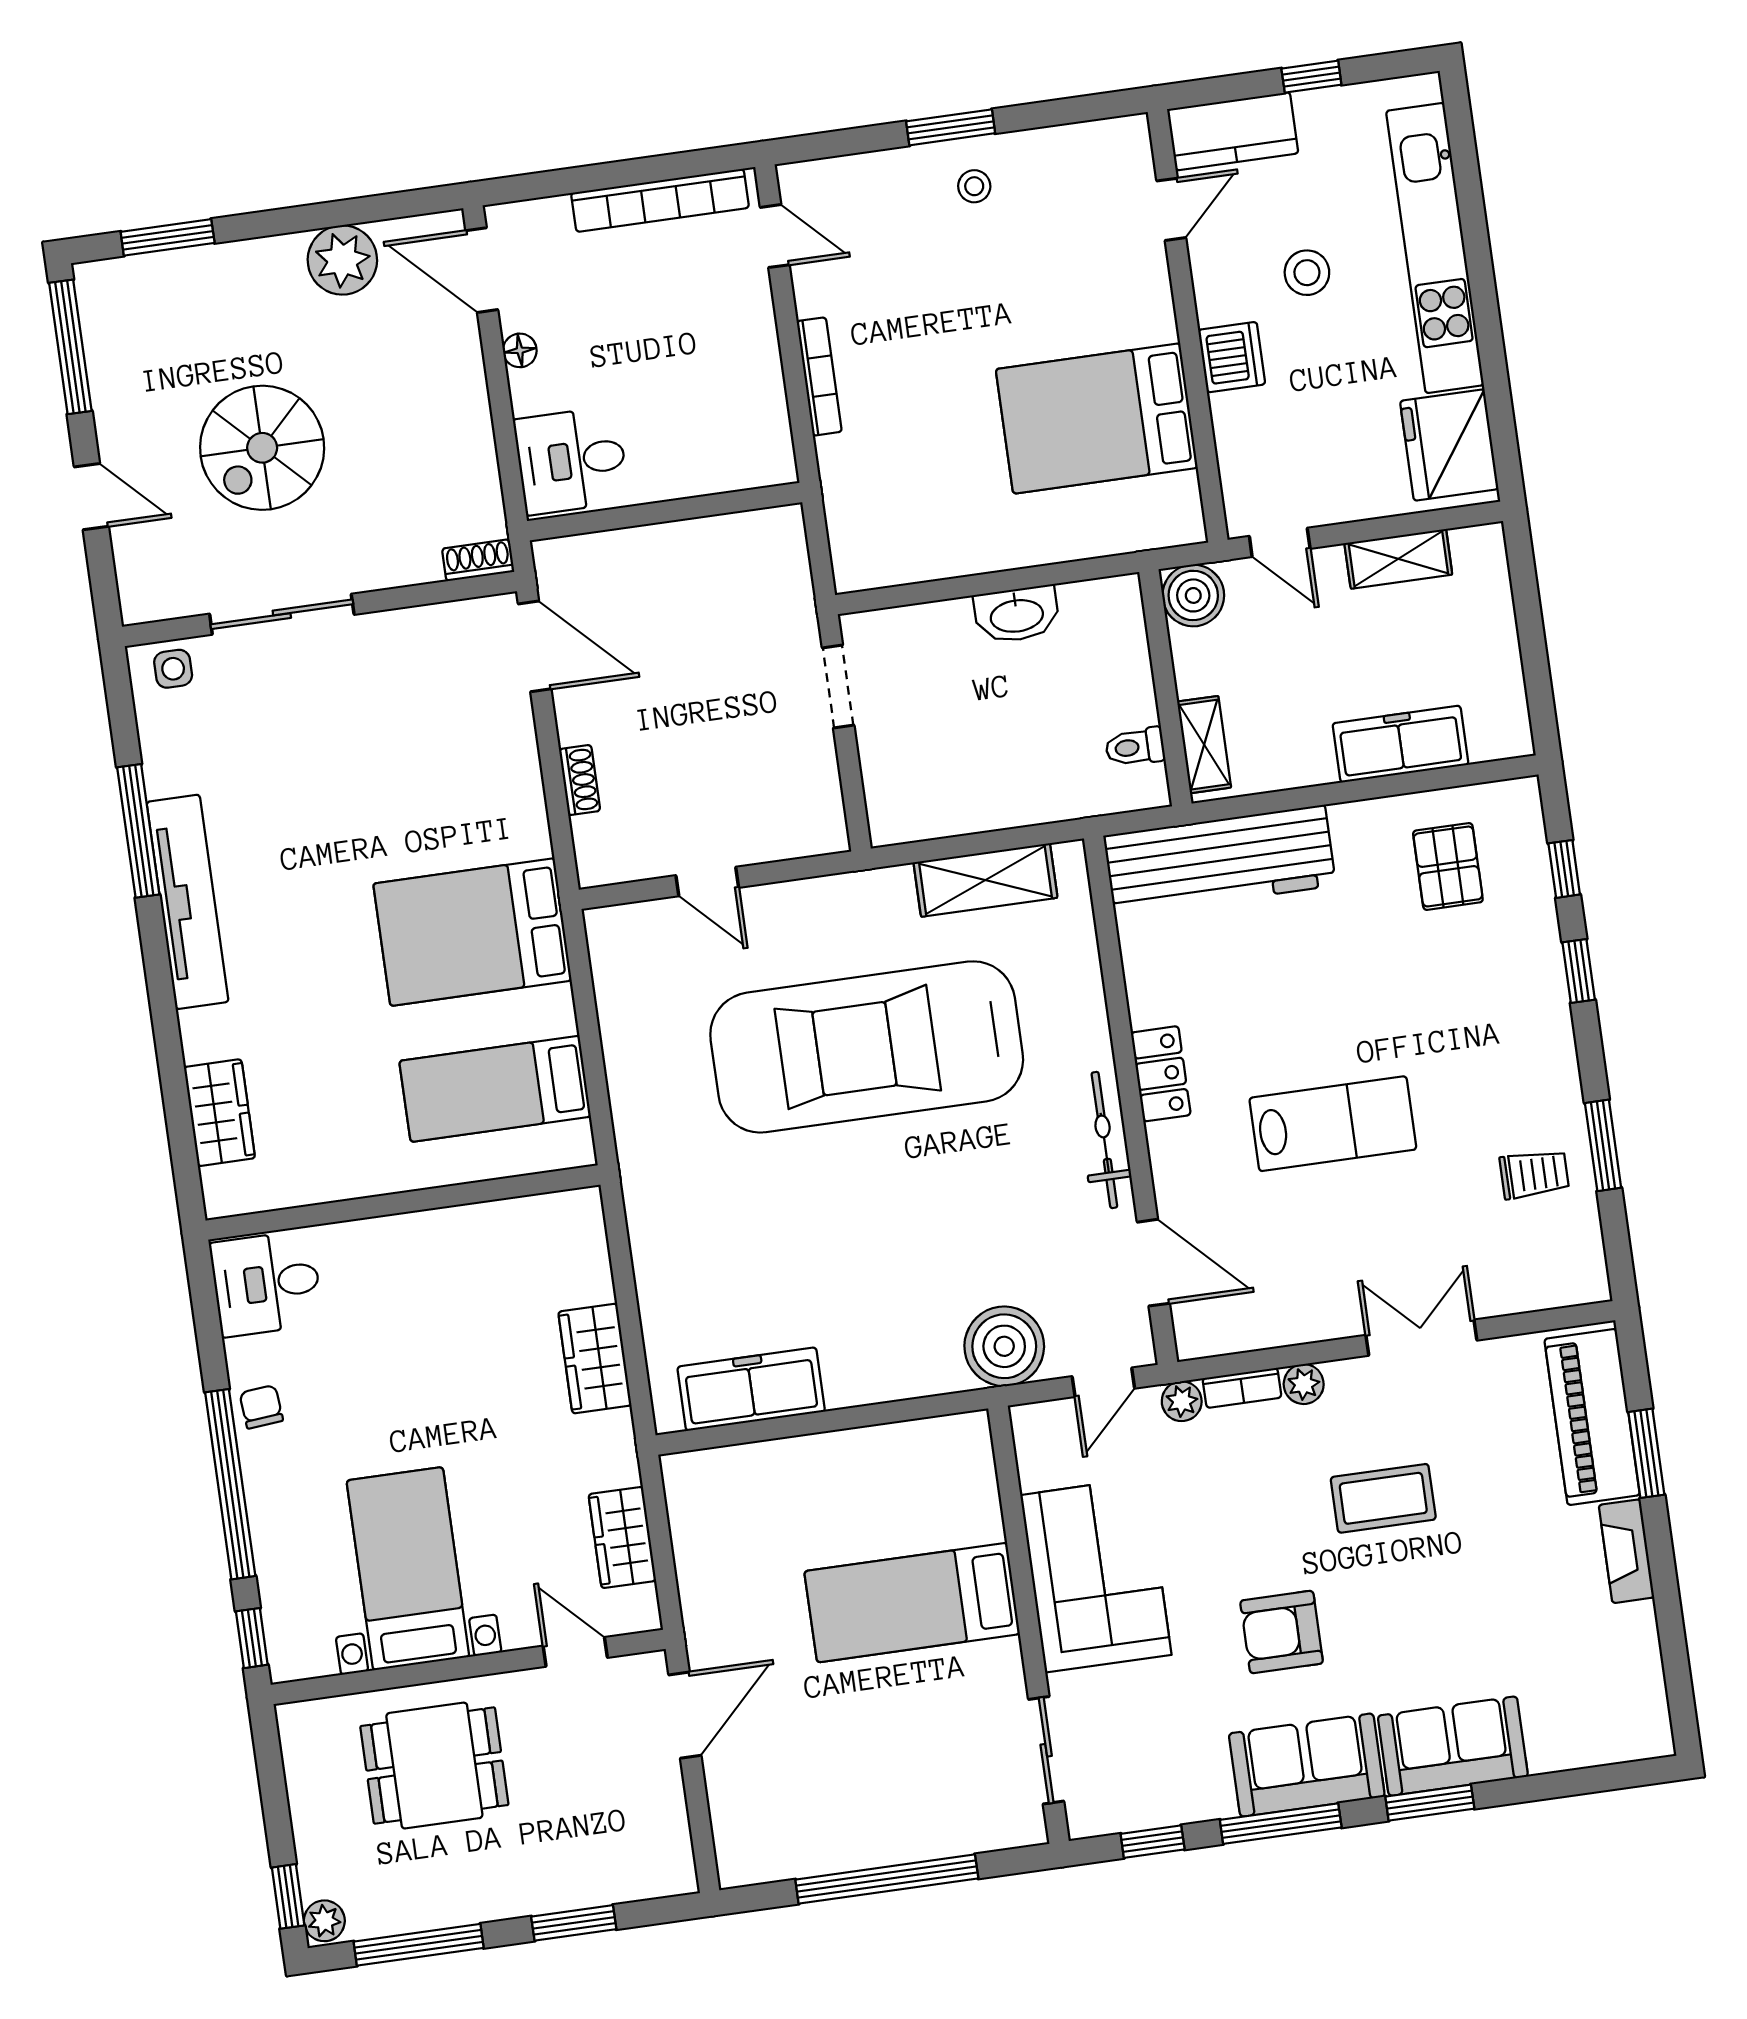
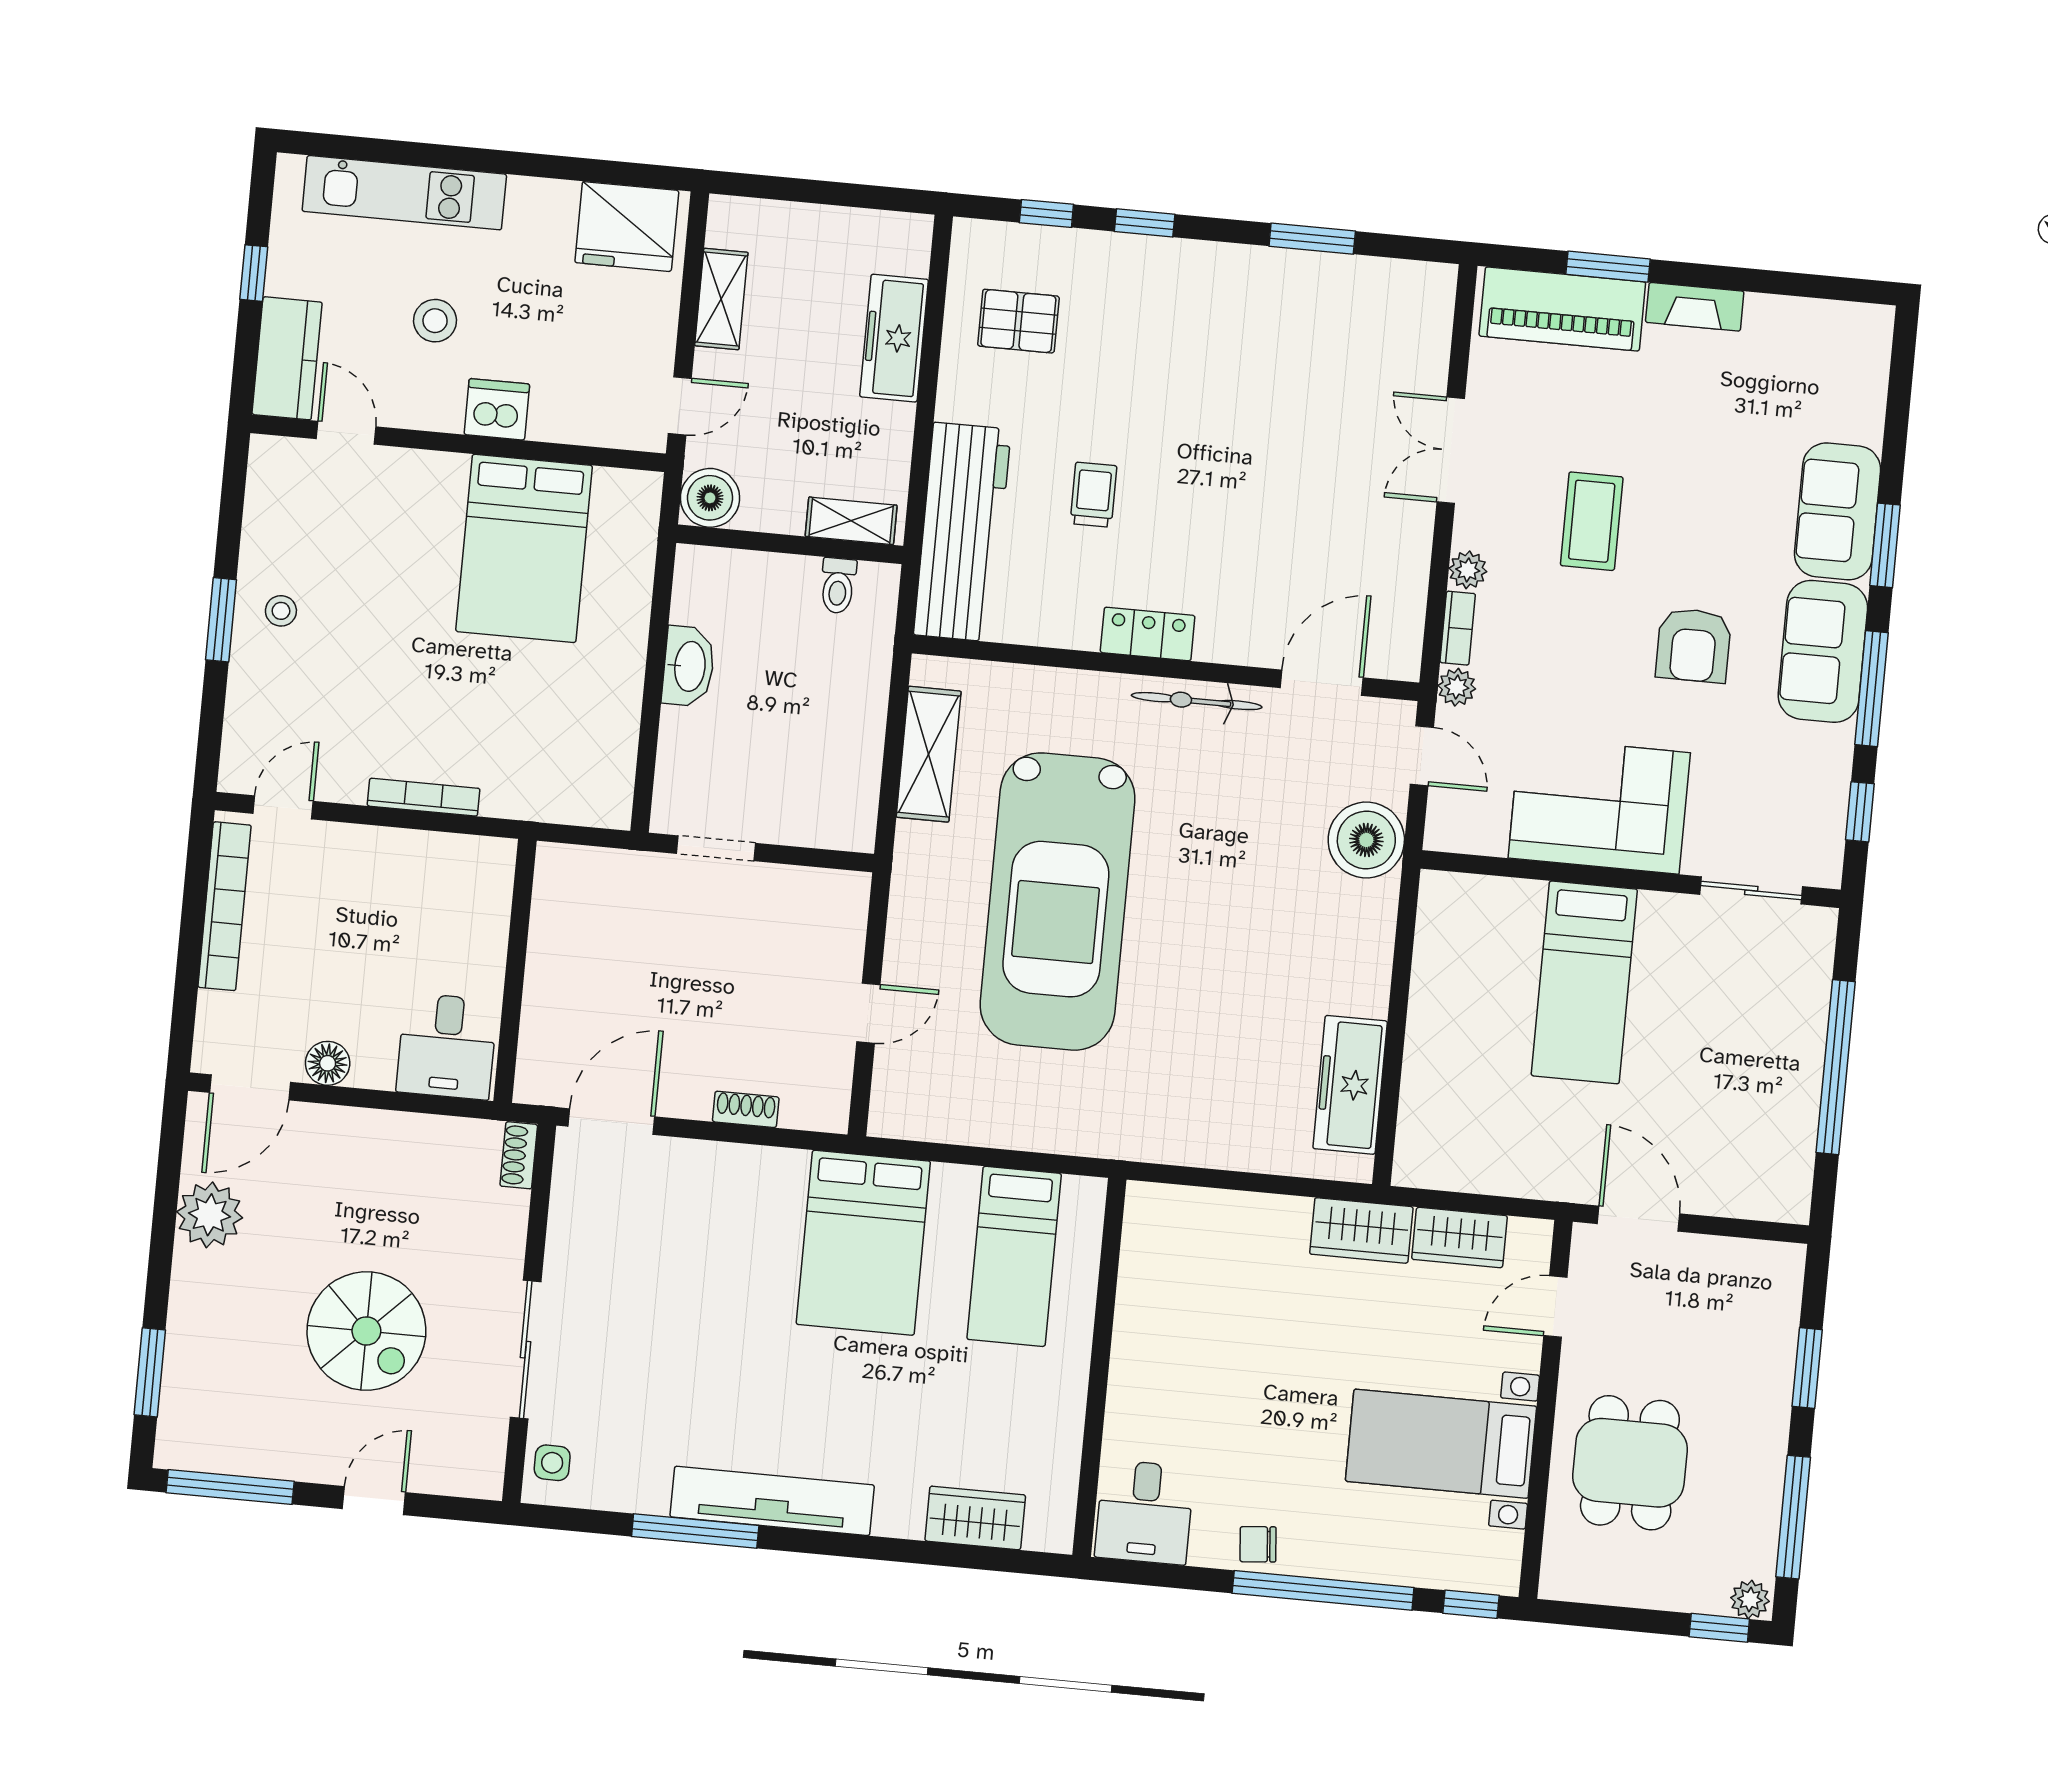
kitchen unit: (1435, 248) -> (404, 193), width x0.73
floor lamp: (520, 350) -> (328, 1063), width x1.37, depth x1.37
lab bench: (1333, 1124) -> (1232, 485), removed
trolley: (1534, 1174) -> (1094, 495), moved
wardrobe: (595, 1359) -> (1361, 1230), moved

